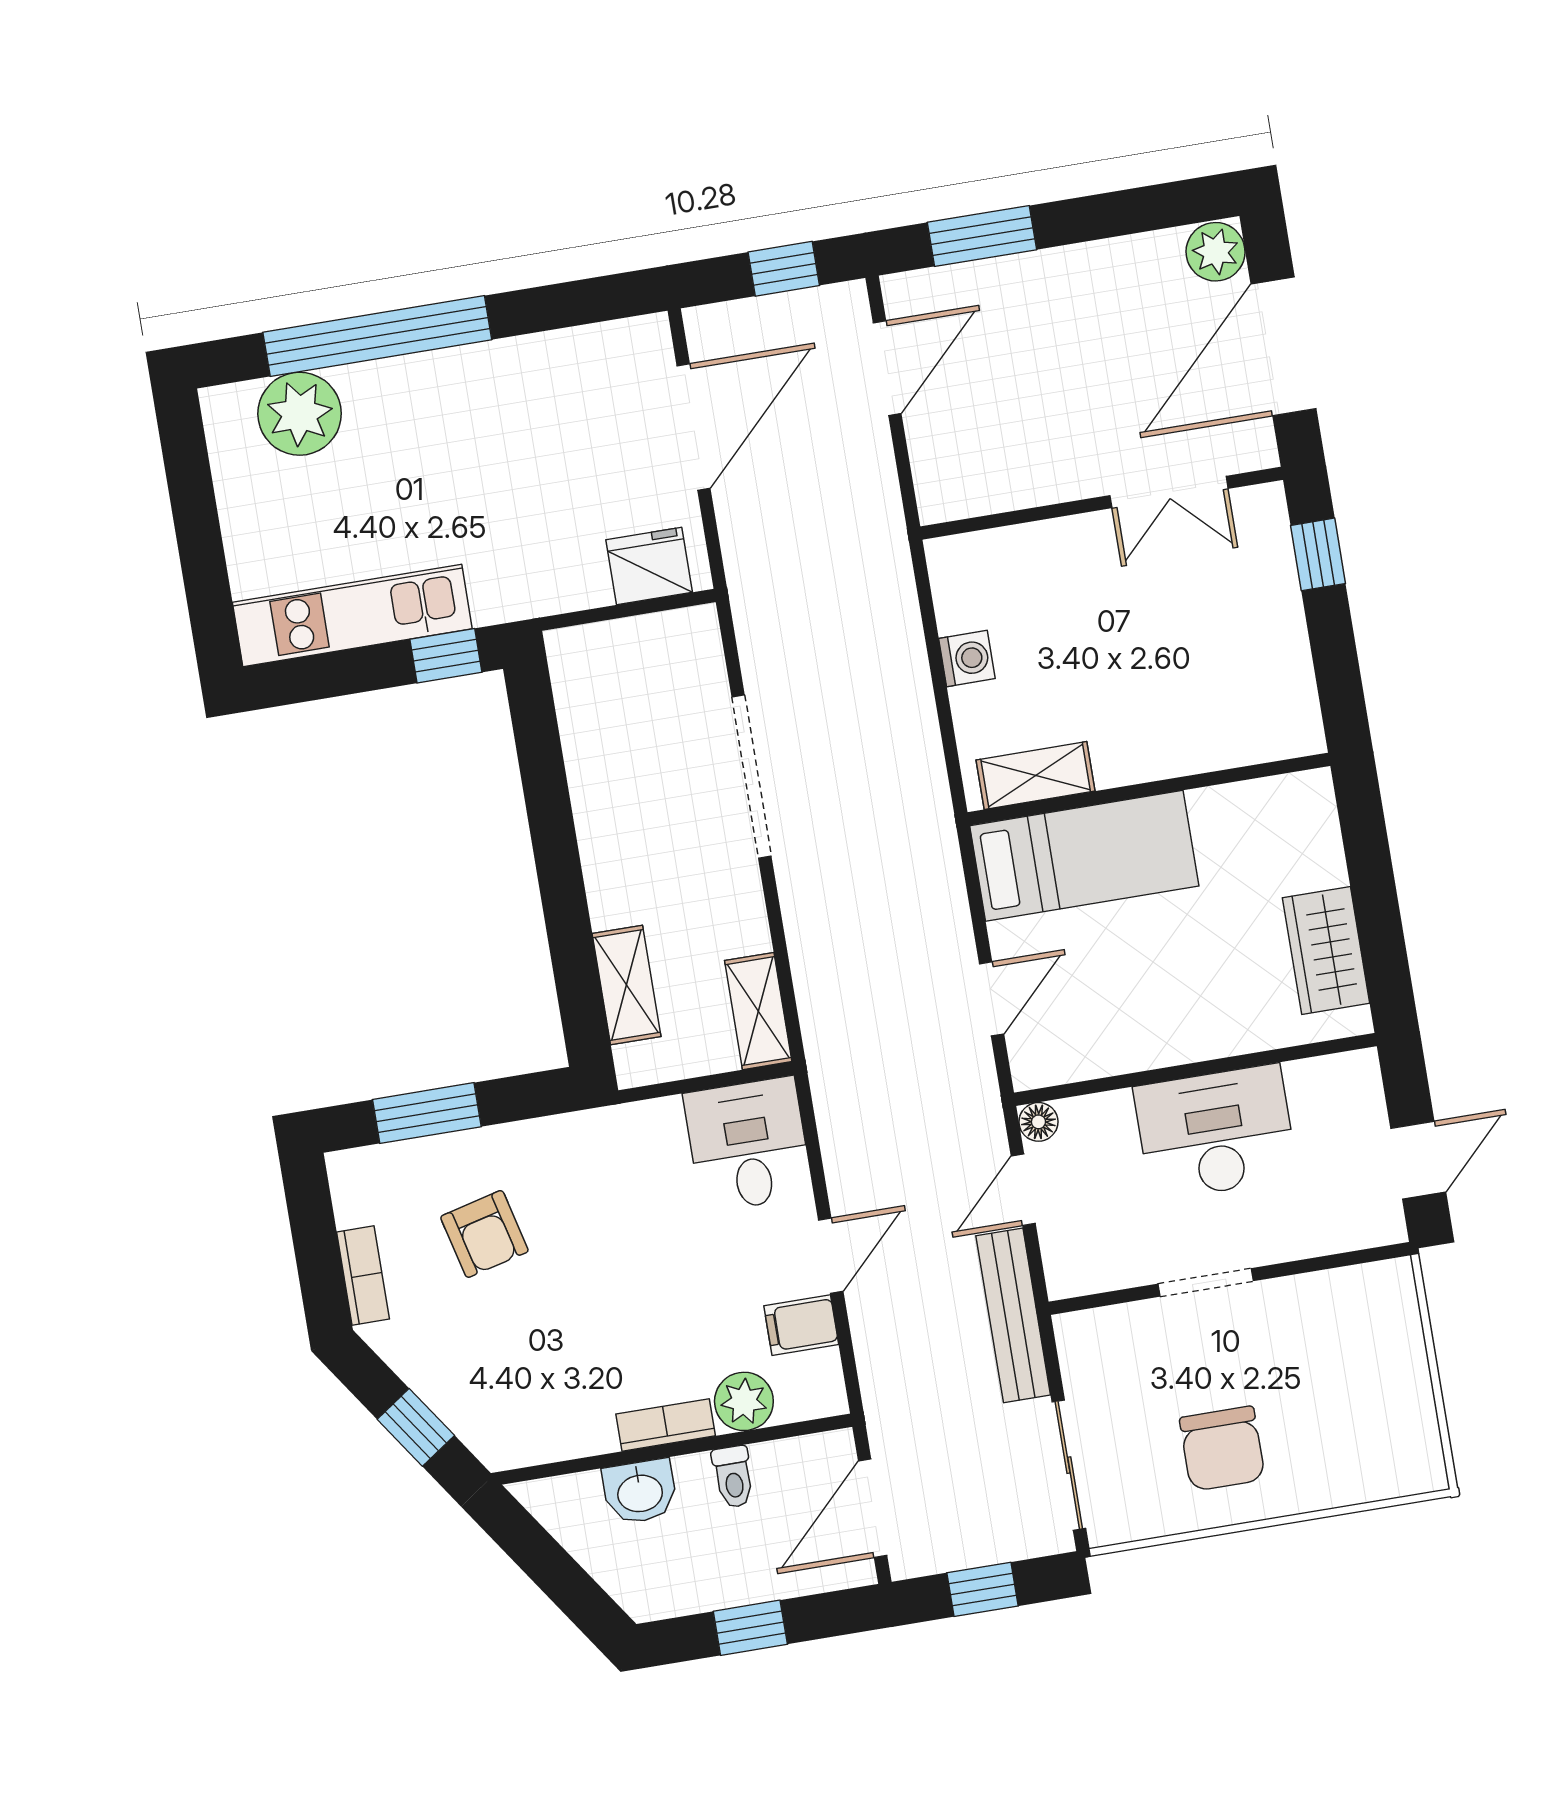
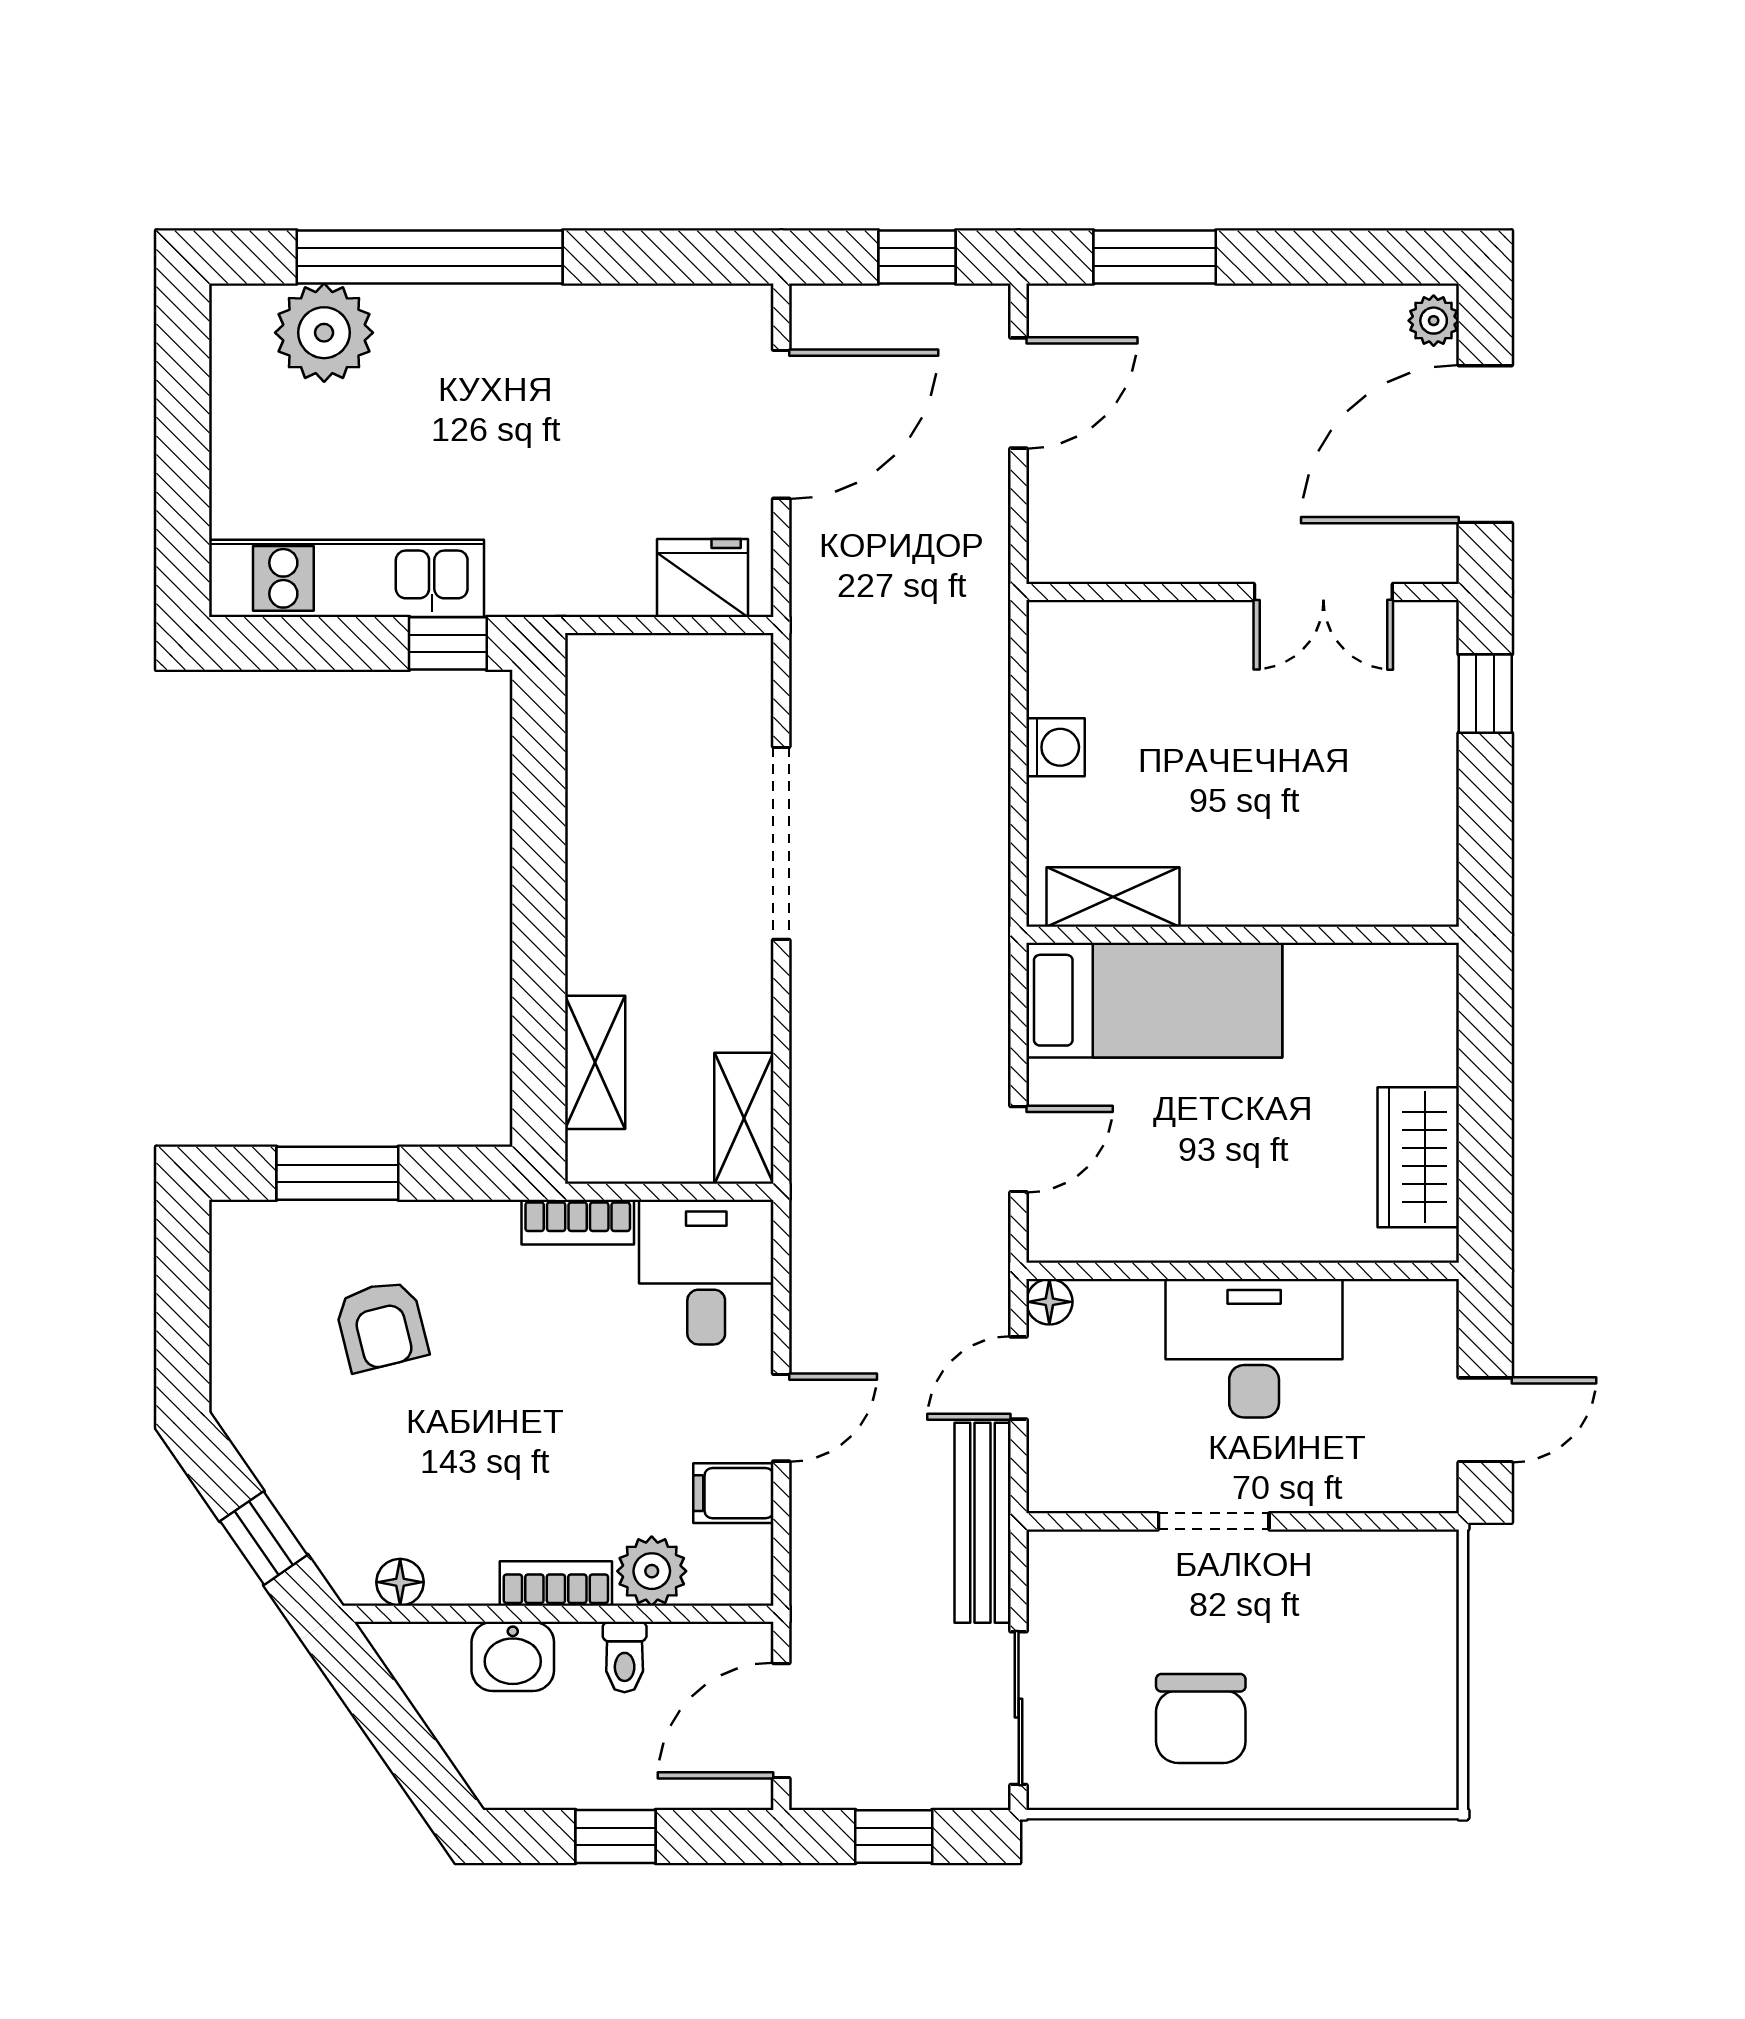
plant: (1216, 252) -> (1434, 321), width x0.73, depth x0.73
bookcase: (363, 1275) -> (578, 1222), moved, turned 90
floor lamp: (536, 1445) -> (400, 1582), added

